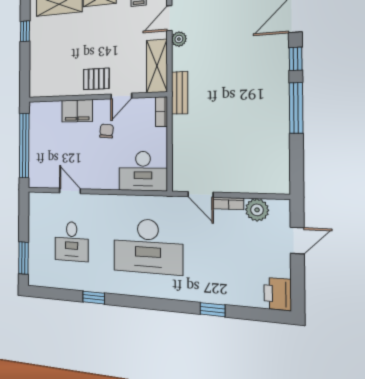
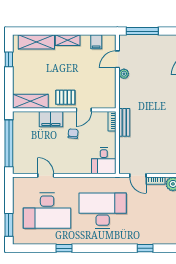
shelving: (157, 66) -> (30, 101), moved, turned 90
bench: (180, 93) -> (124, 122), moved
desk: (143, 171) -> (104, 161), width x0.73
desk: (72, 241) -> (47, 211), width x1.87, depth x1.30
desk: (148, 246) -> (103, 211), turned 180

